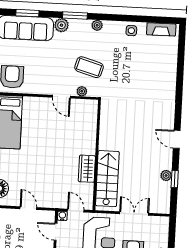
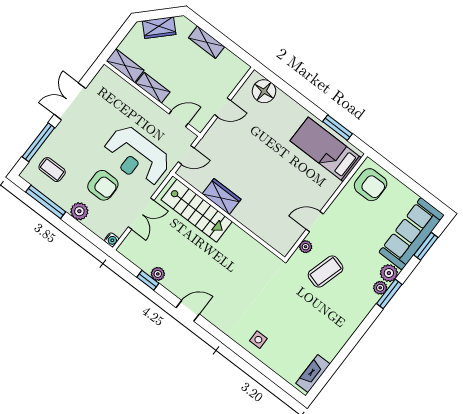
plant: (97, 25) -> (380, 288), moved
side table: (131, 31) -> (258, 340), moved
water cooler: (62, 216) -> (112, 240), moved

